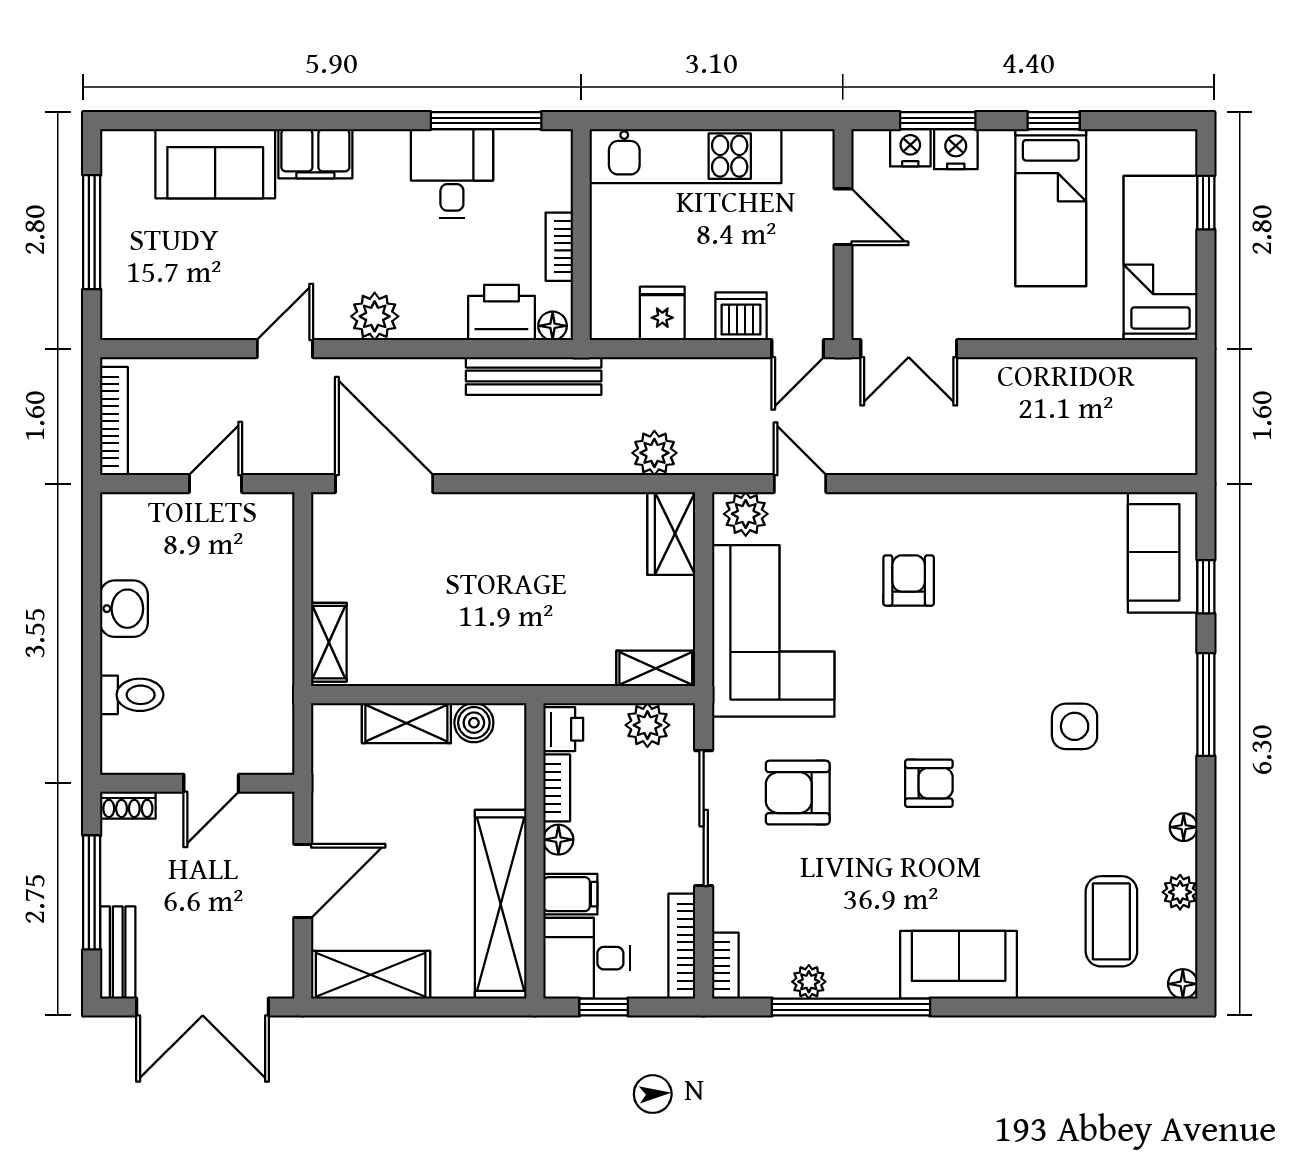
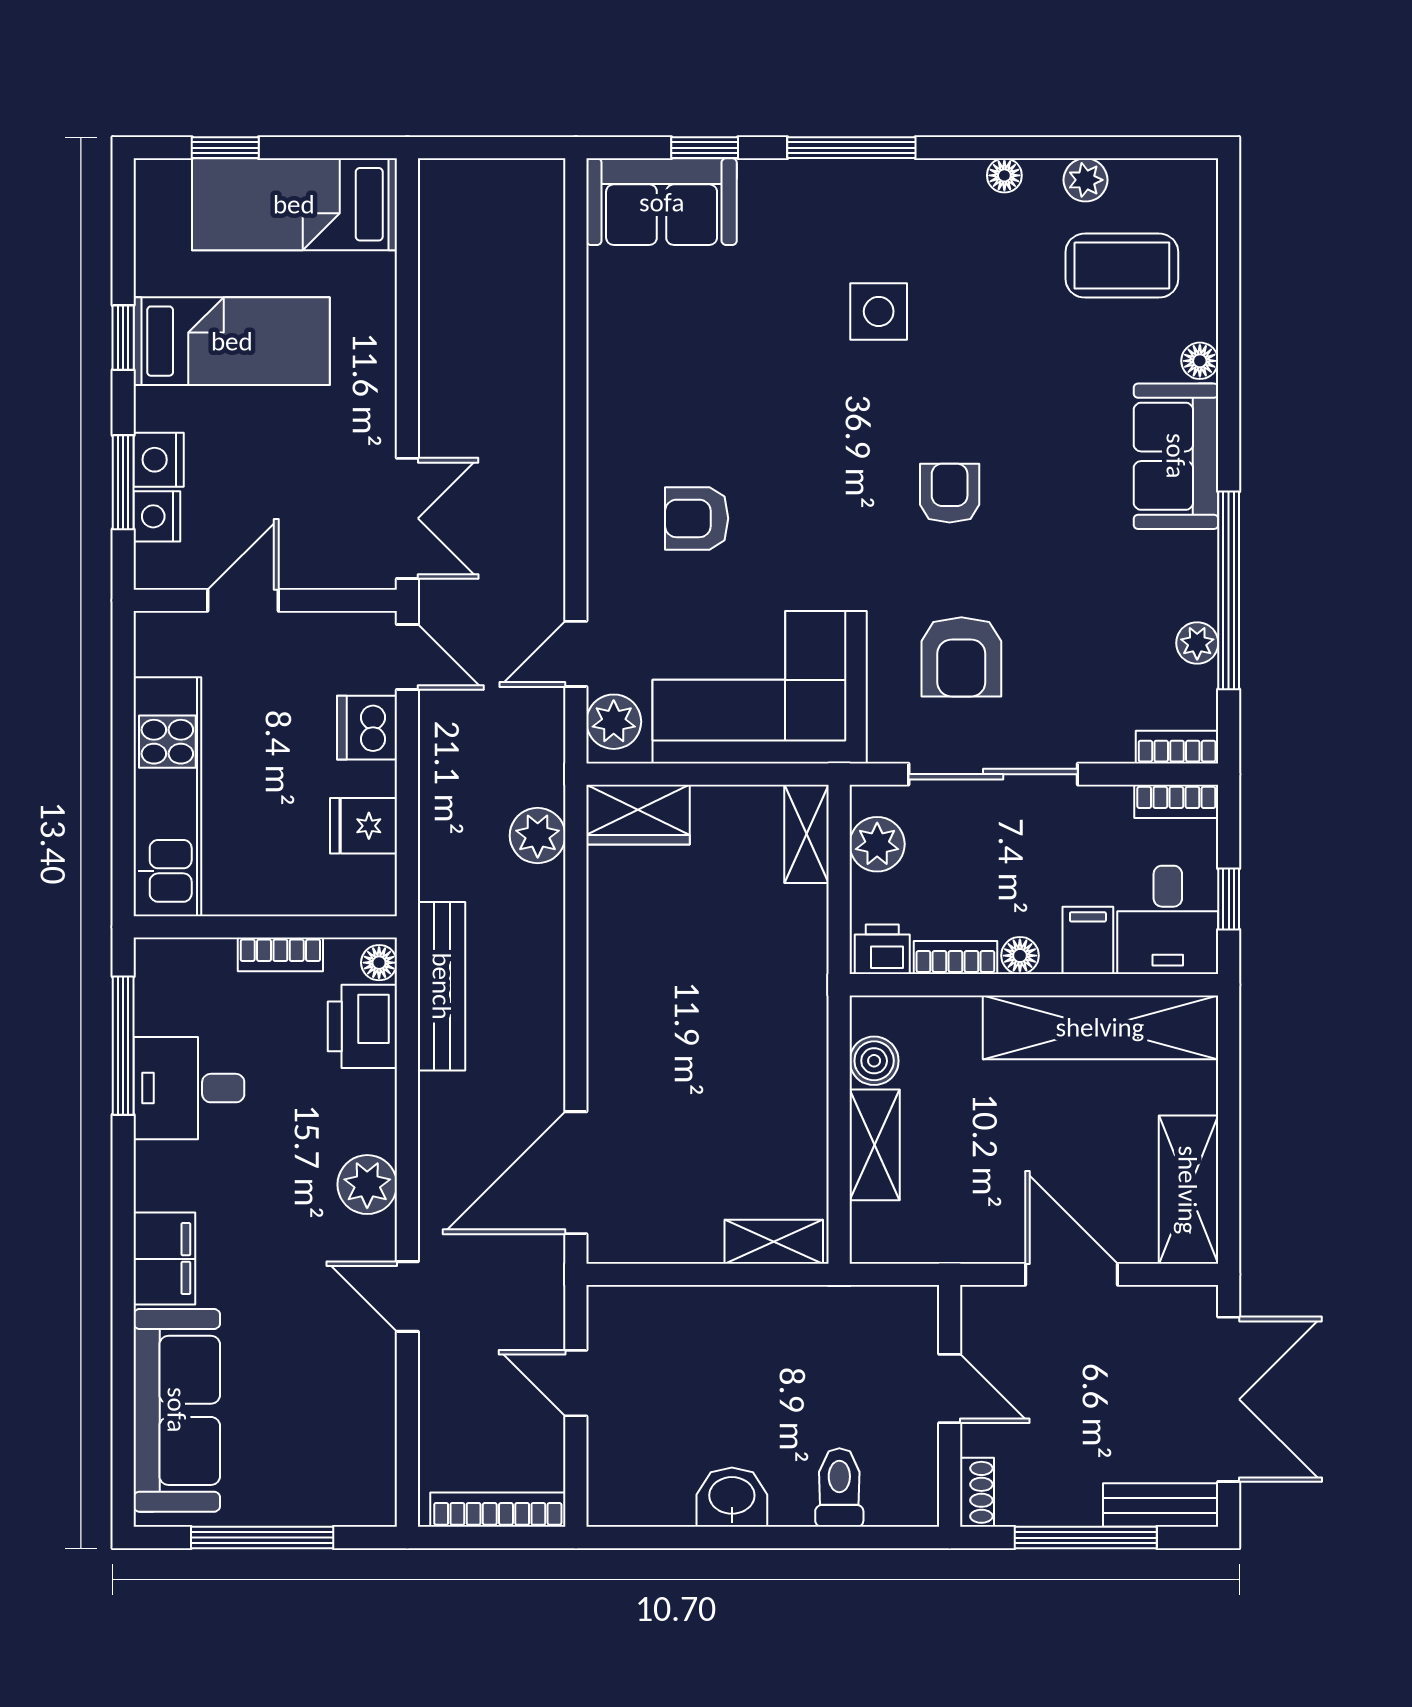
sofa: (215, 164) -> (177, 1410), width x1.36
bookcase: (682, 946) -> (1176, 801), width x0.64
floor lamp: (1183, 984) -> (1200, 361), moved

